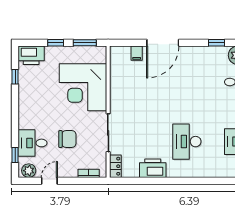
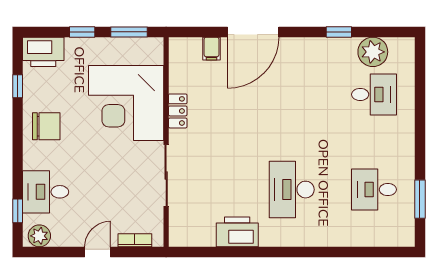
chair: (67, 139) -> (46, 126), moved
locker: (115, 166) -> (178, 111), moved
door: (49, 181) -> (98, 252), moved

